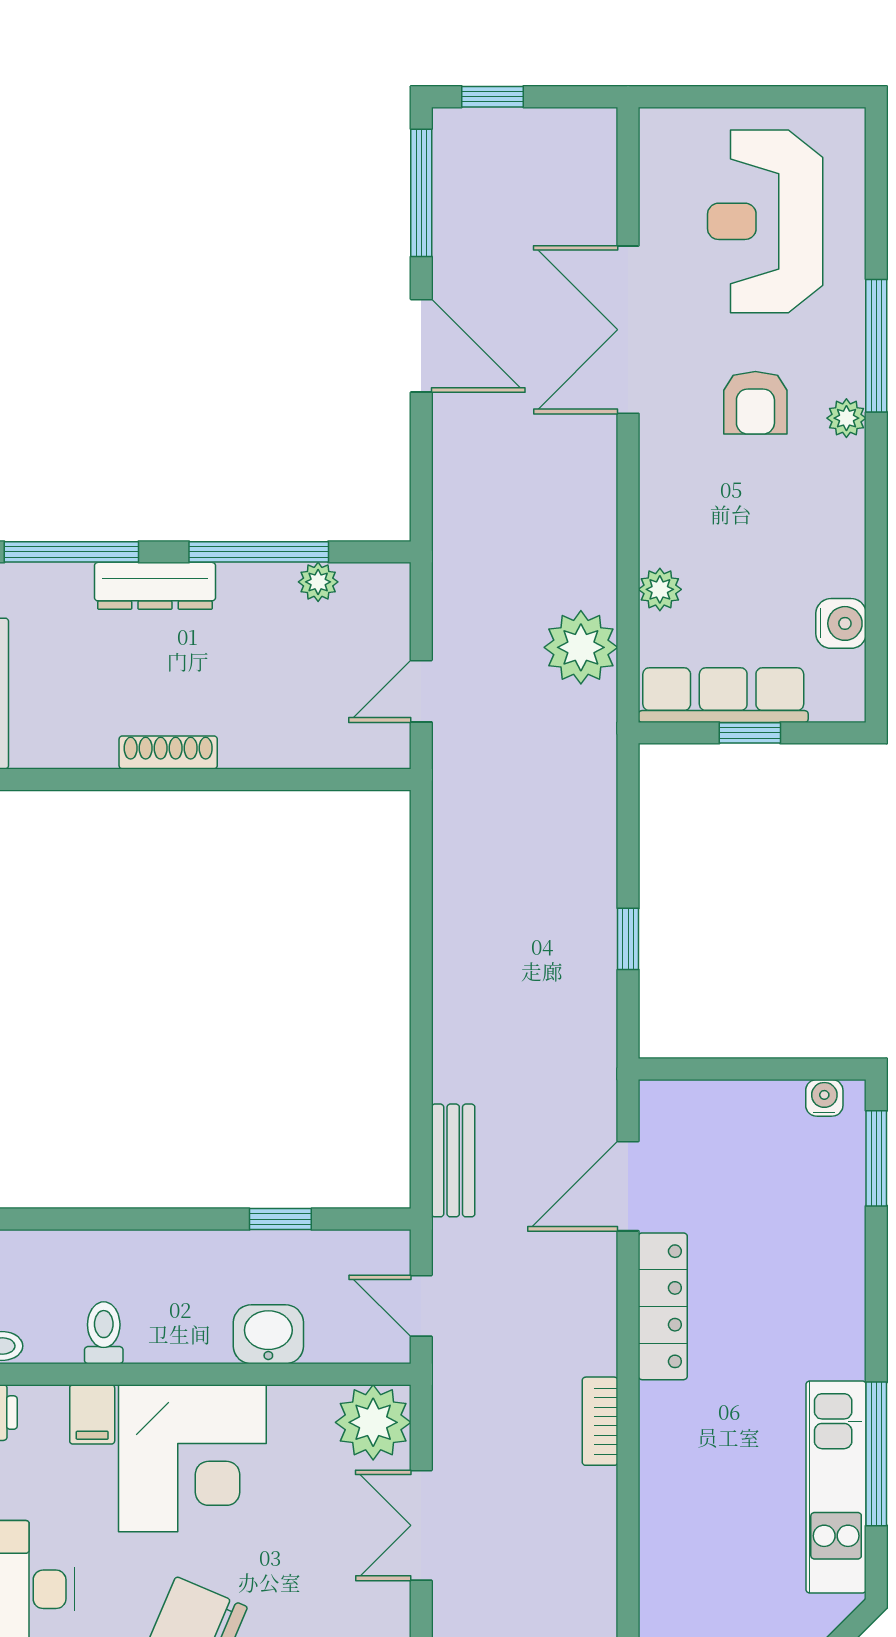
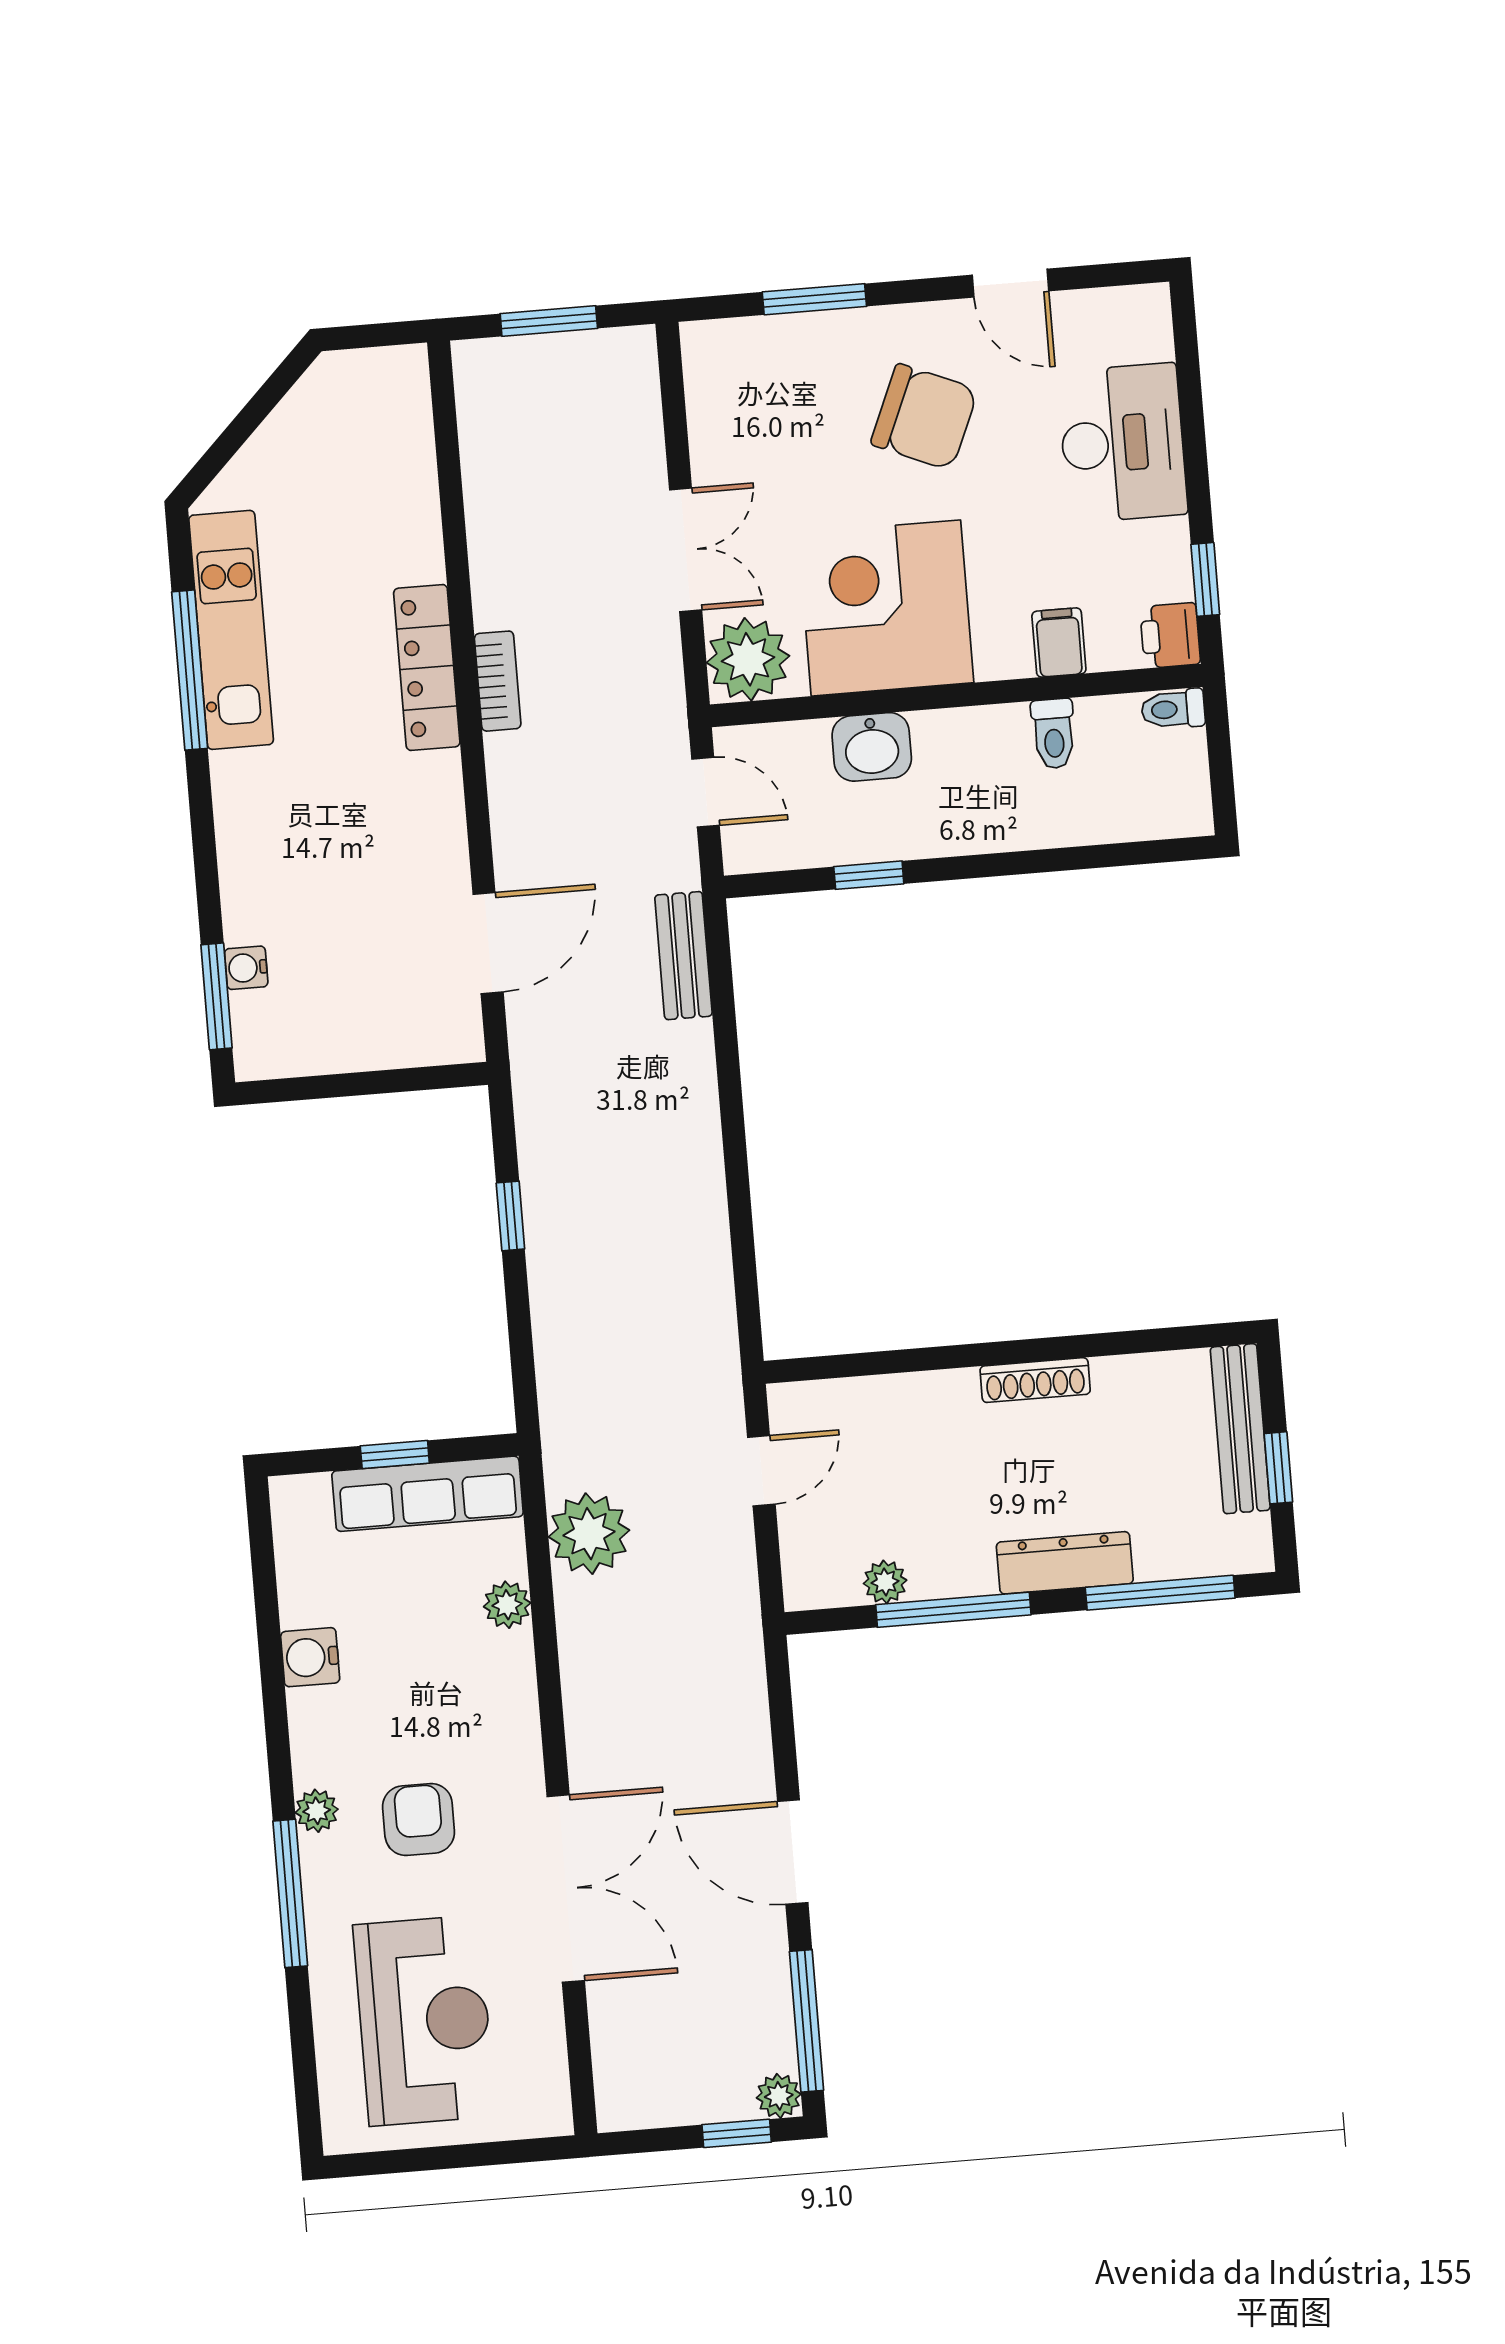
plant: (452, 127) -> (779, 2096), added
water cooler: (841, 623) -> (310, 1657), moved
water cooler: (824, 1098) -> (246, 968), moved, turned 90
locker: (663, 1306) -> (427, 668), moved
corner desk: (192, 1458) -> (886, 608), moved

